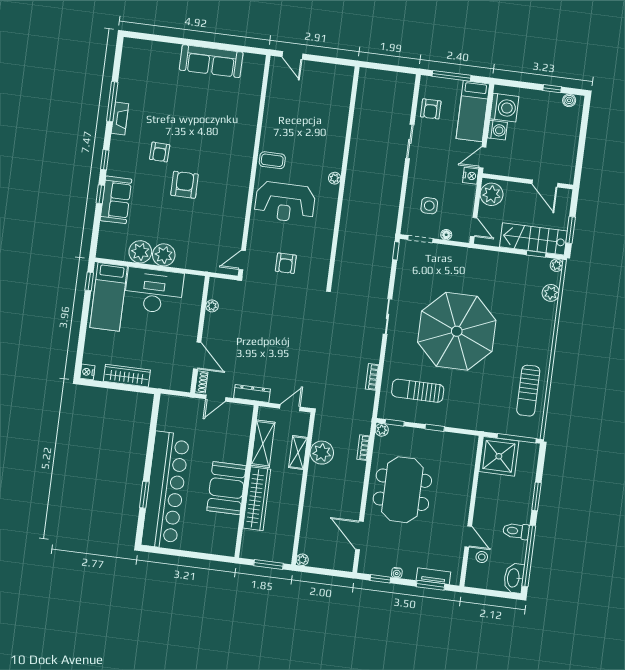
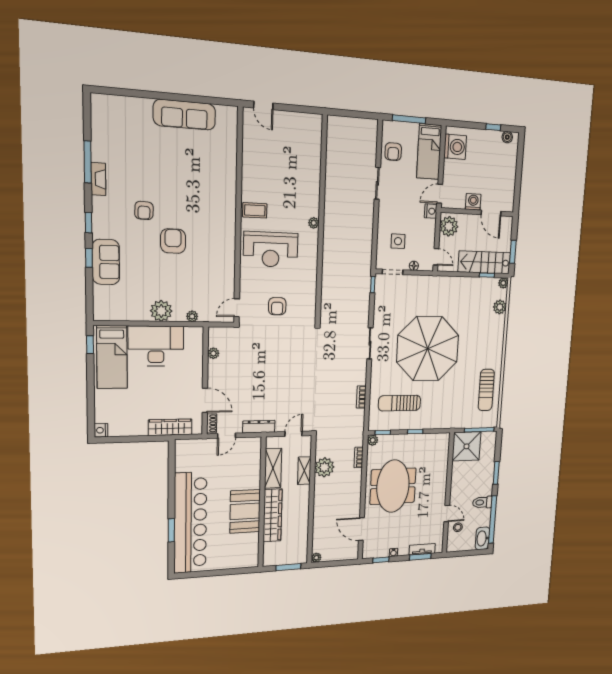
washing machine: (497, 130) -> (473, 202), moved, turned -90
plant: (140, 252) -> (192, 316), moved, width x0.53, depth x0.53
wardrobe: (127, 376) -> (170, 427), moved

